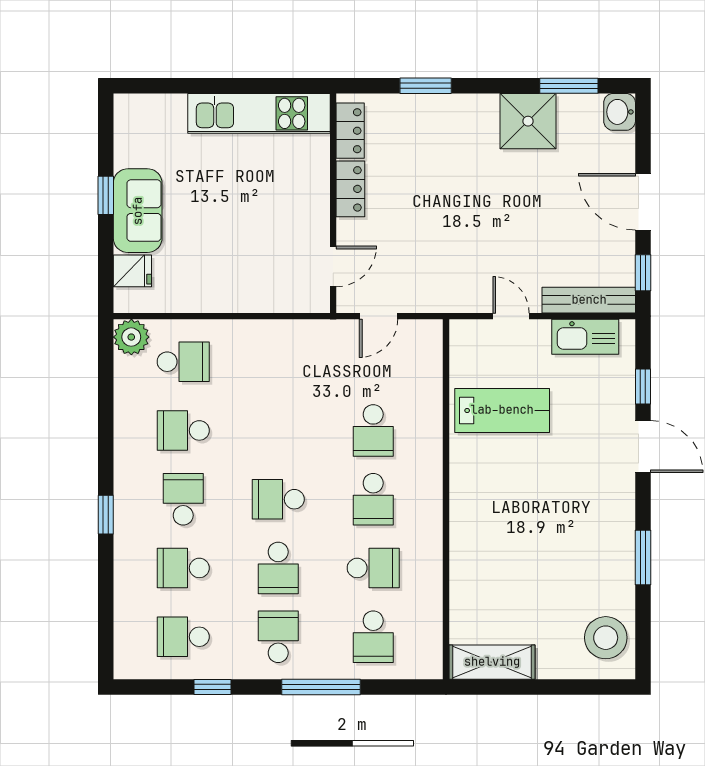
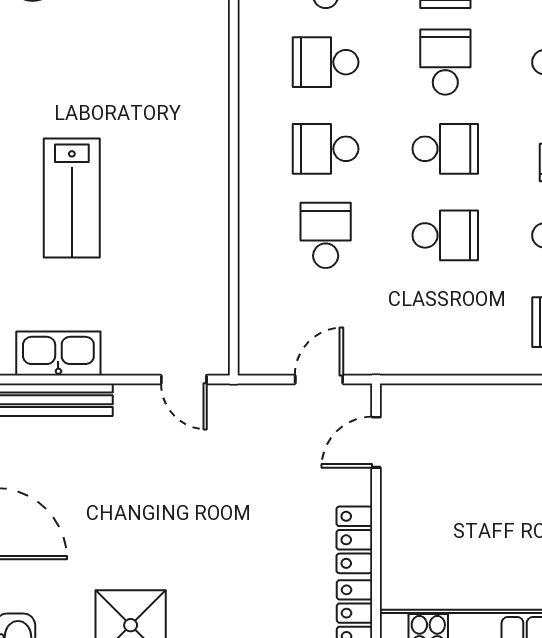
door: (511, 316) -> (184, 380), moved
lab bench: (502, 410) -> (72, 198), moved, turned -90
school desk: (278, 430) -> (445, 235), added
school desk: (373, 499) -> (326, 149), turned -90

